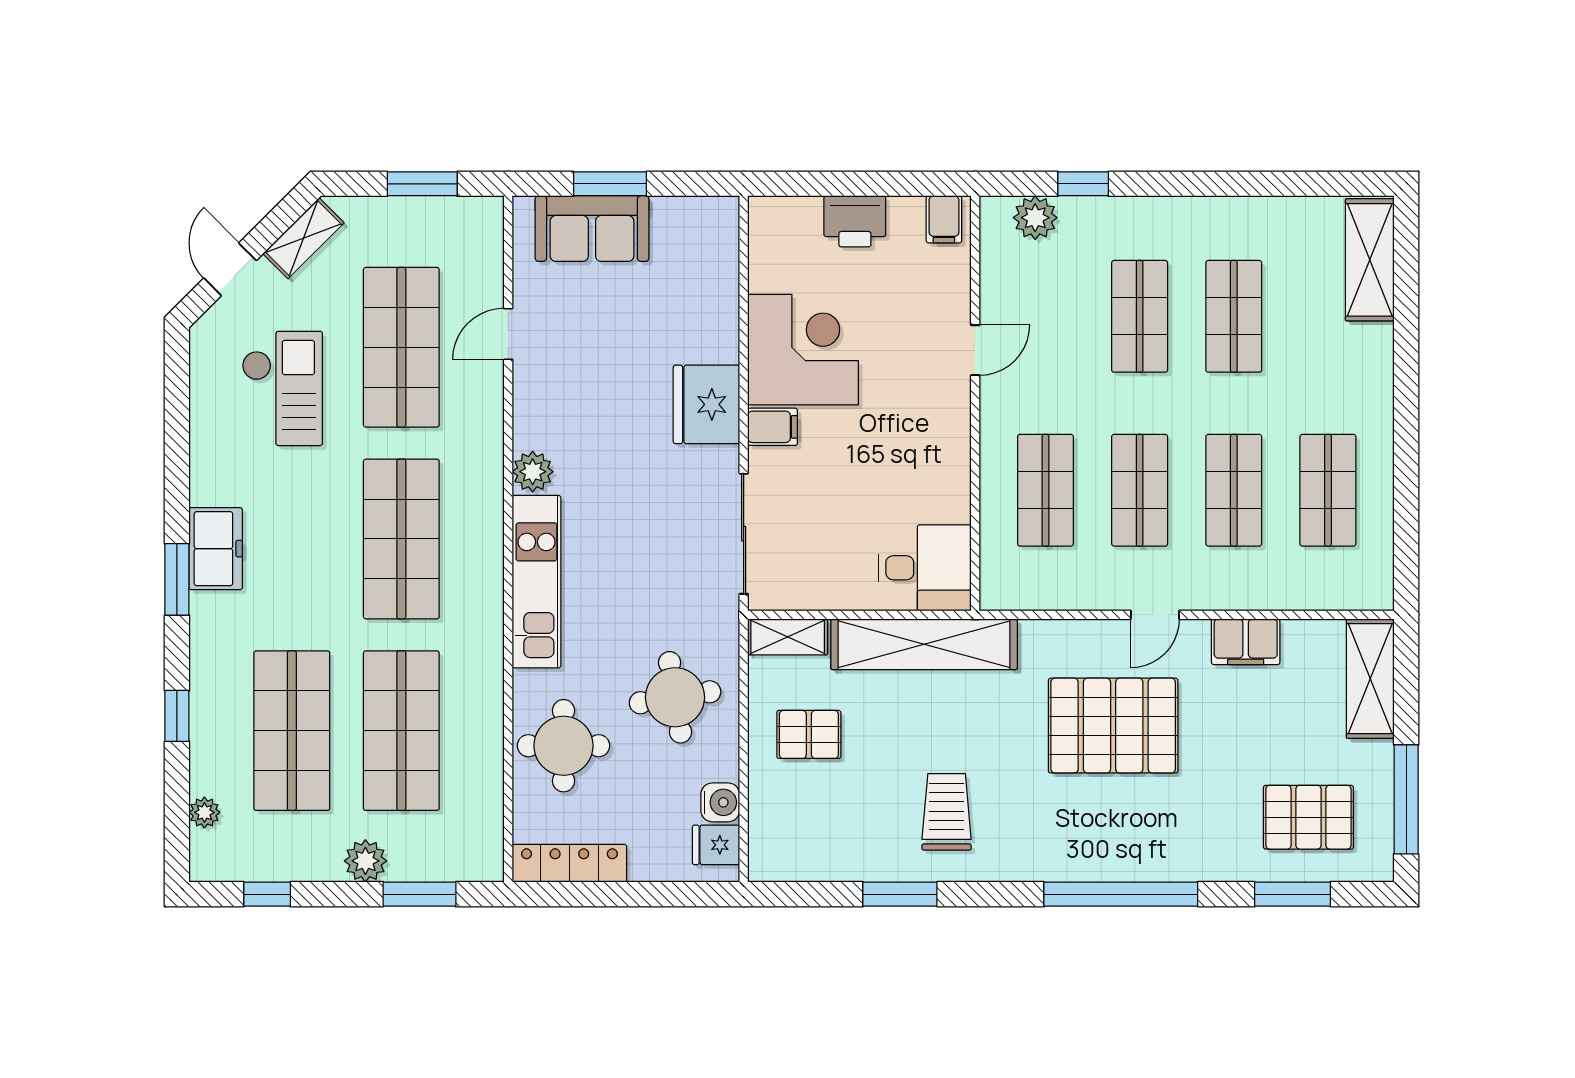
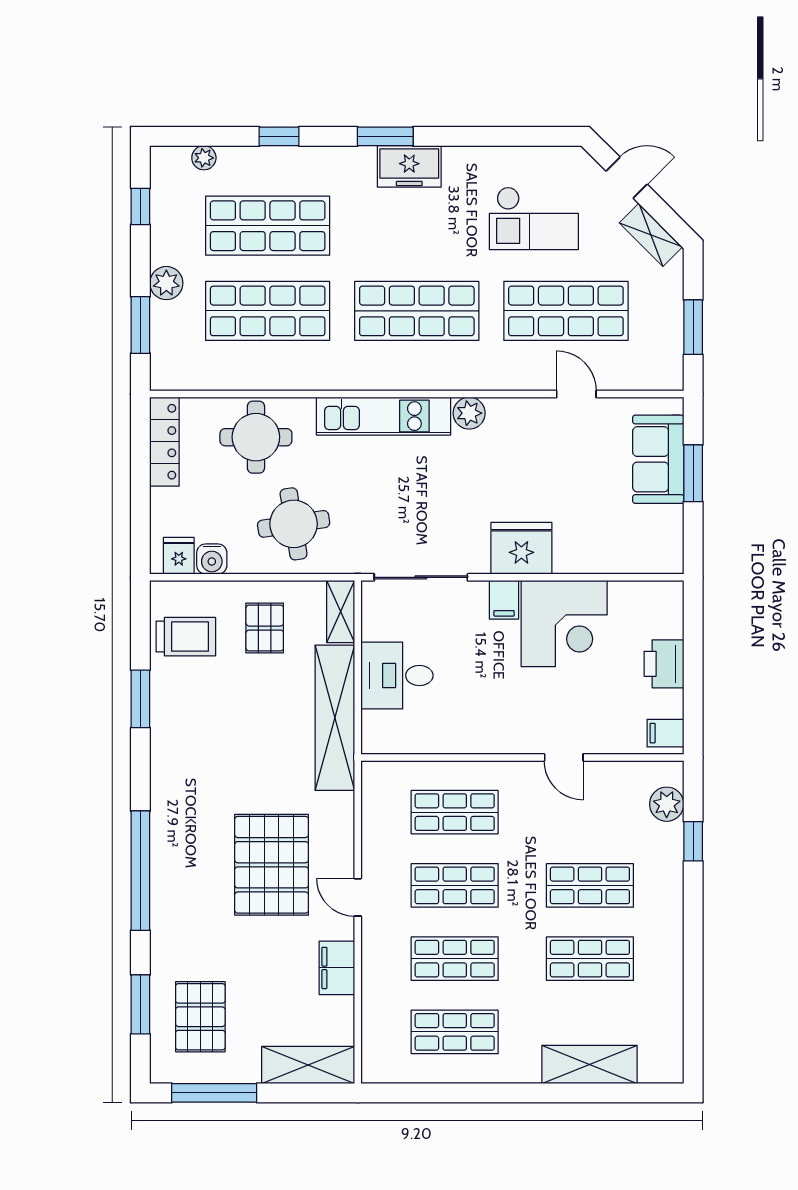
shelving: (1370, 260) -> (590, 1064), moved
desk: (925, 568) -> (397, 675), moved, turned 90
trolley: (947, 812) -> (186, 637), moved

